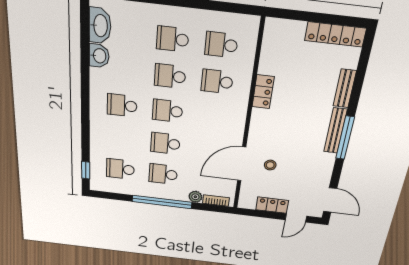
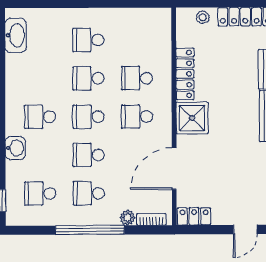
school desk: (221, 45) -> (137, 116), moved
washbasin: (99, 56) -> (15, 148), moved
locker: (263, 92) -> (185, 74), width x1.53
shower: (265, 124) -> (192, 118), added
stool: (270, 165) -> (203, 17), moved
locker: (272, 205) -> (194, 216), moved

